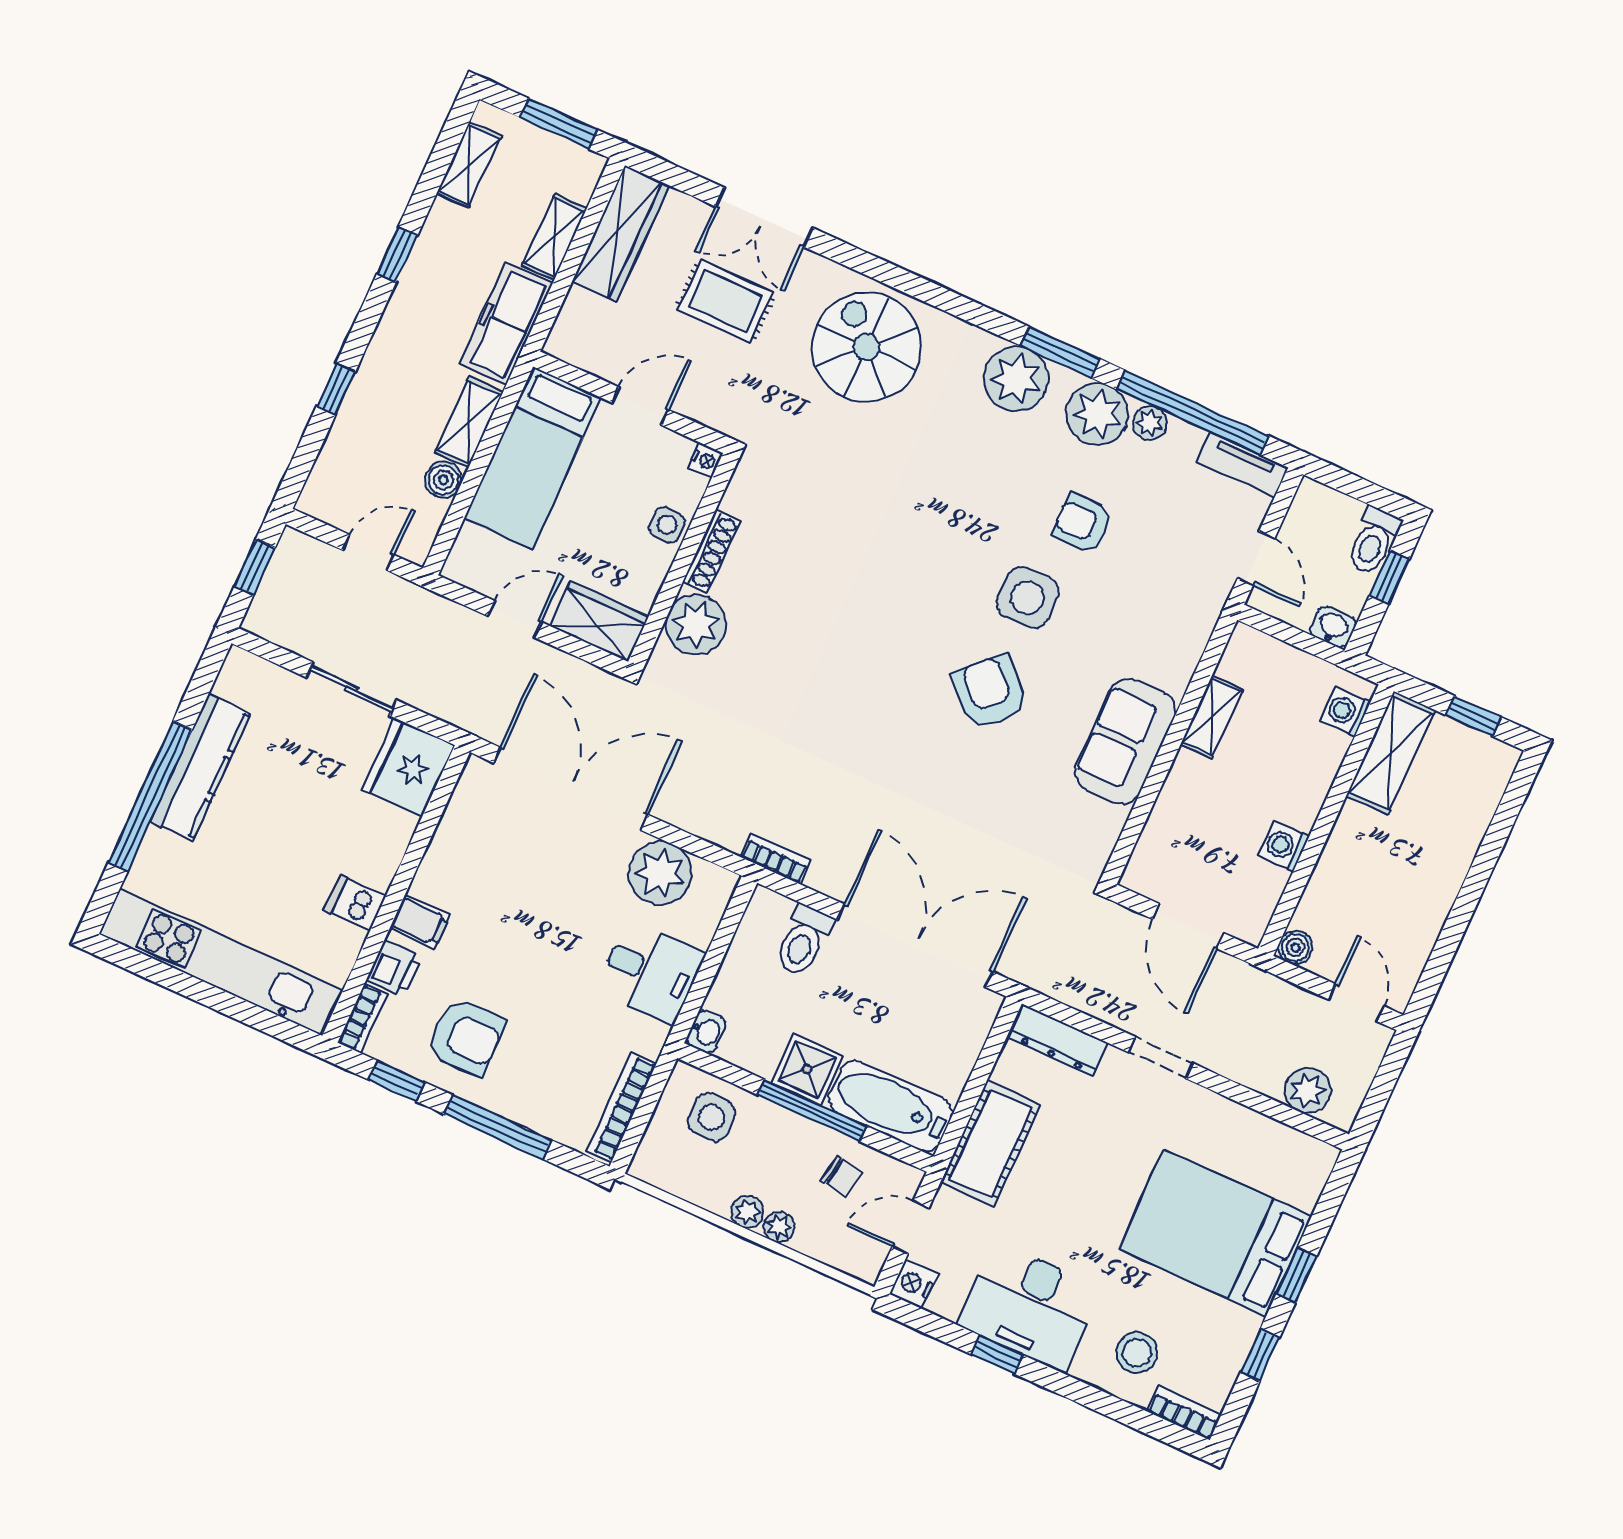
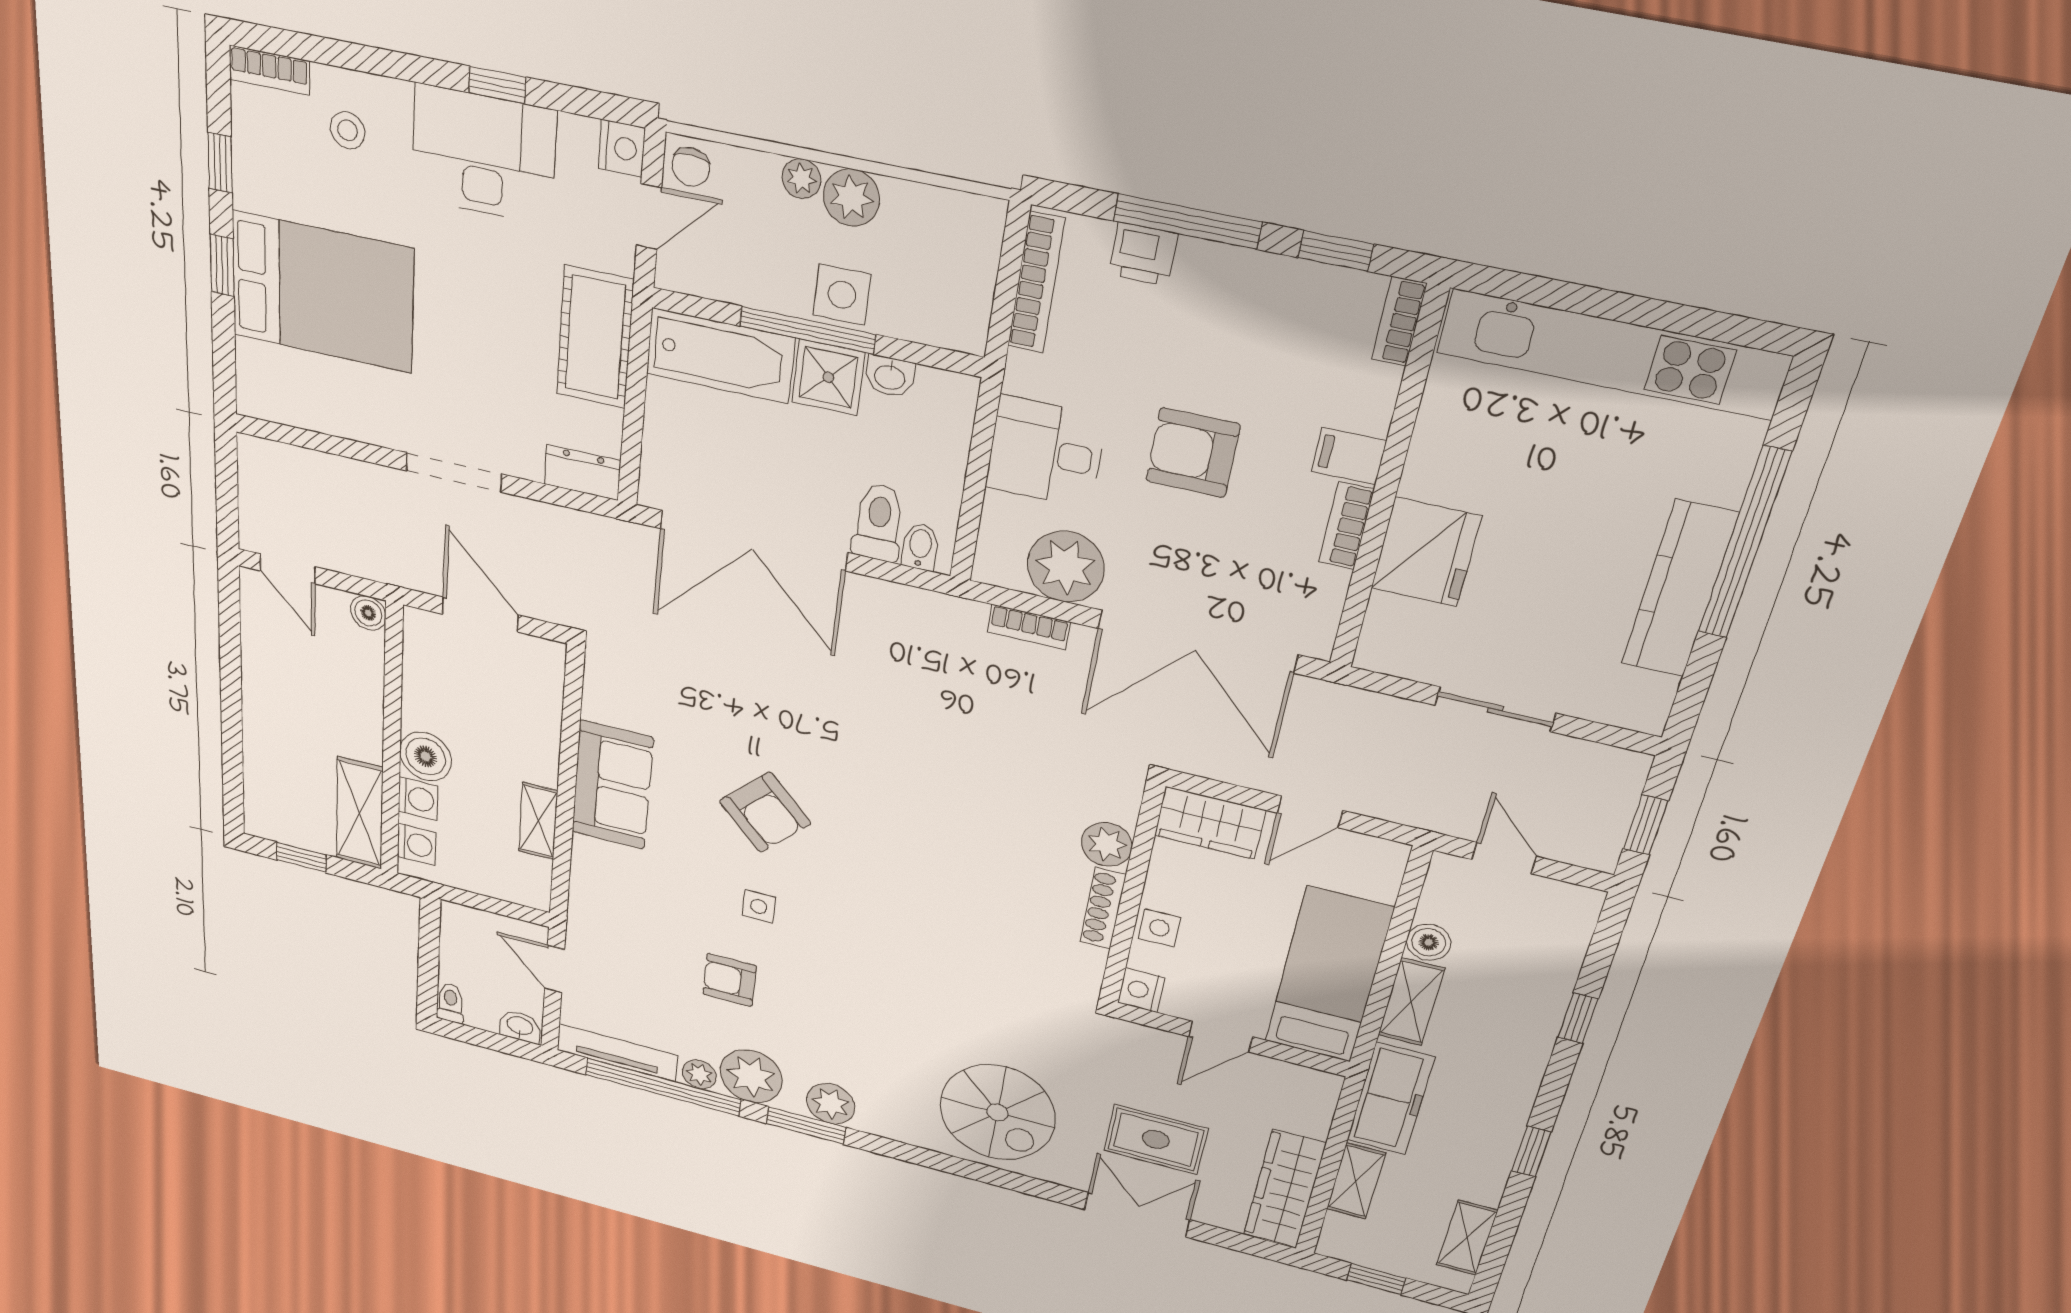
window: (559, 124) -> (1376, 1279), width x0.67
plant: (1016, 379) -> (830, 1104), width x0.73, depth x0.73
nightstand: (705, 460) -> (1141, 990), width x1.39, depth x1.35
tv unit: (1242, 465) -> (617, 1053), width x1.41
armchair: (1083, 524) -> (729, 980), turned 180
toilet: (1373, 541) -> (450, 1003), width x0.73, depth x0.72
door: (368, 552) -> (1504, 858), swing flipped
window: (1389, 577) -> (428, 968), removed
side table: (1028, 598) -> (759, 906), width x0.54, depth x0.54
plant: (696, 624) -> (1107, 844), width x0.73, depth x0.73
washbasin: (1333, 627) -> (520, 1027), moved, turned 180
fridge: (408, 767) -> (1426, 552), moved
boiler: (1298, 800) -> (426, 756), added
washing machine: (1284, 846) -> (418, 799), moved
bookcase: (776, 859) -> (1029, 627), moved
bookcase: (433, 866) -> (1346, 526), added
dishwasher: (355, 903) -> (1439, 463), removed
bidet: (775, 913) -> (920, 547), added
printer: (394, 968) -> (1143, 254), moved, turned -90
washbasin: (706, 1032) -> (890, 376), moved, turned -90
armchair: (465, 1037) -> (1193, 453), moved
dresser: (1057, 1040) -> (582, 472), width x0.70
doorway: (1161, 1058) -> (454, 472), width x1.38
plant: (1308, 1091) -> (296, 469), removed
side table: (711, 1117) -> (842, 295), moved
chair: (842, 1176) -> (691, 167), moved, turned -96
plant: (748, 1212) -> (851, 198), width x1.38, depth x1.38
stool: (1137, 1352) -> (348, 130), width x0.73, depth x0.73

